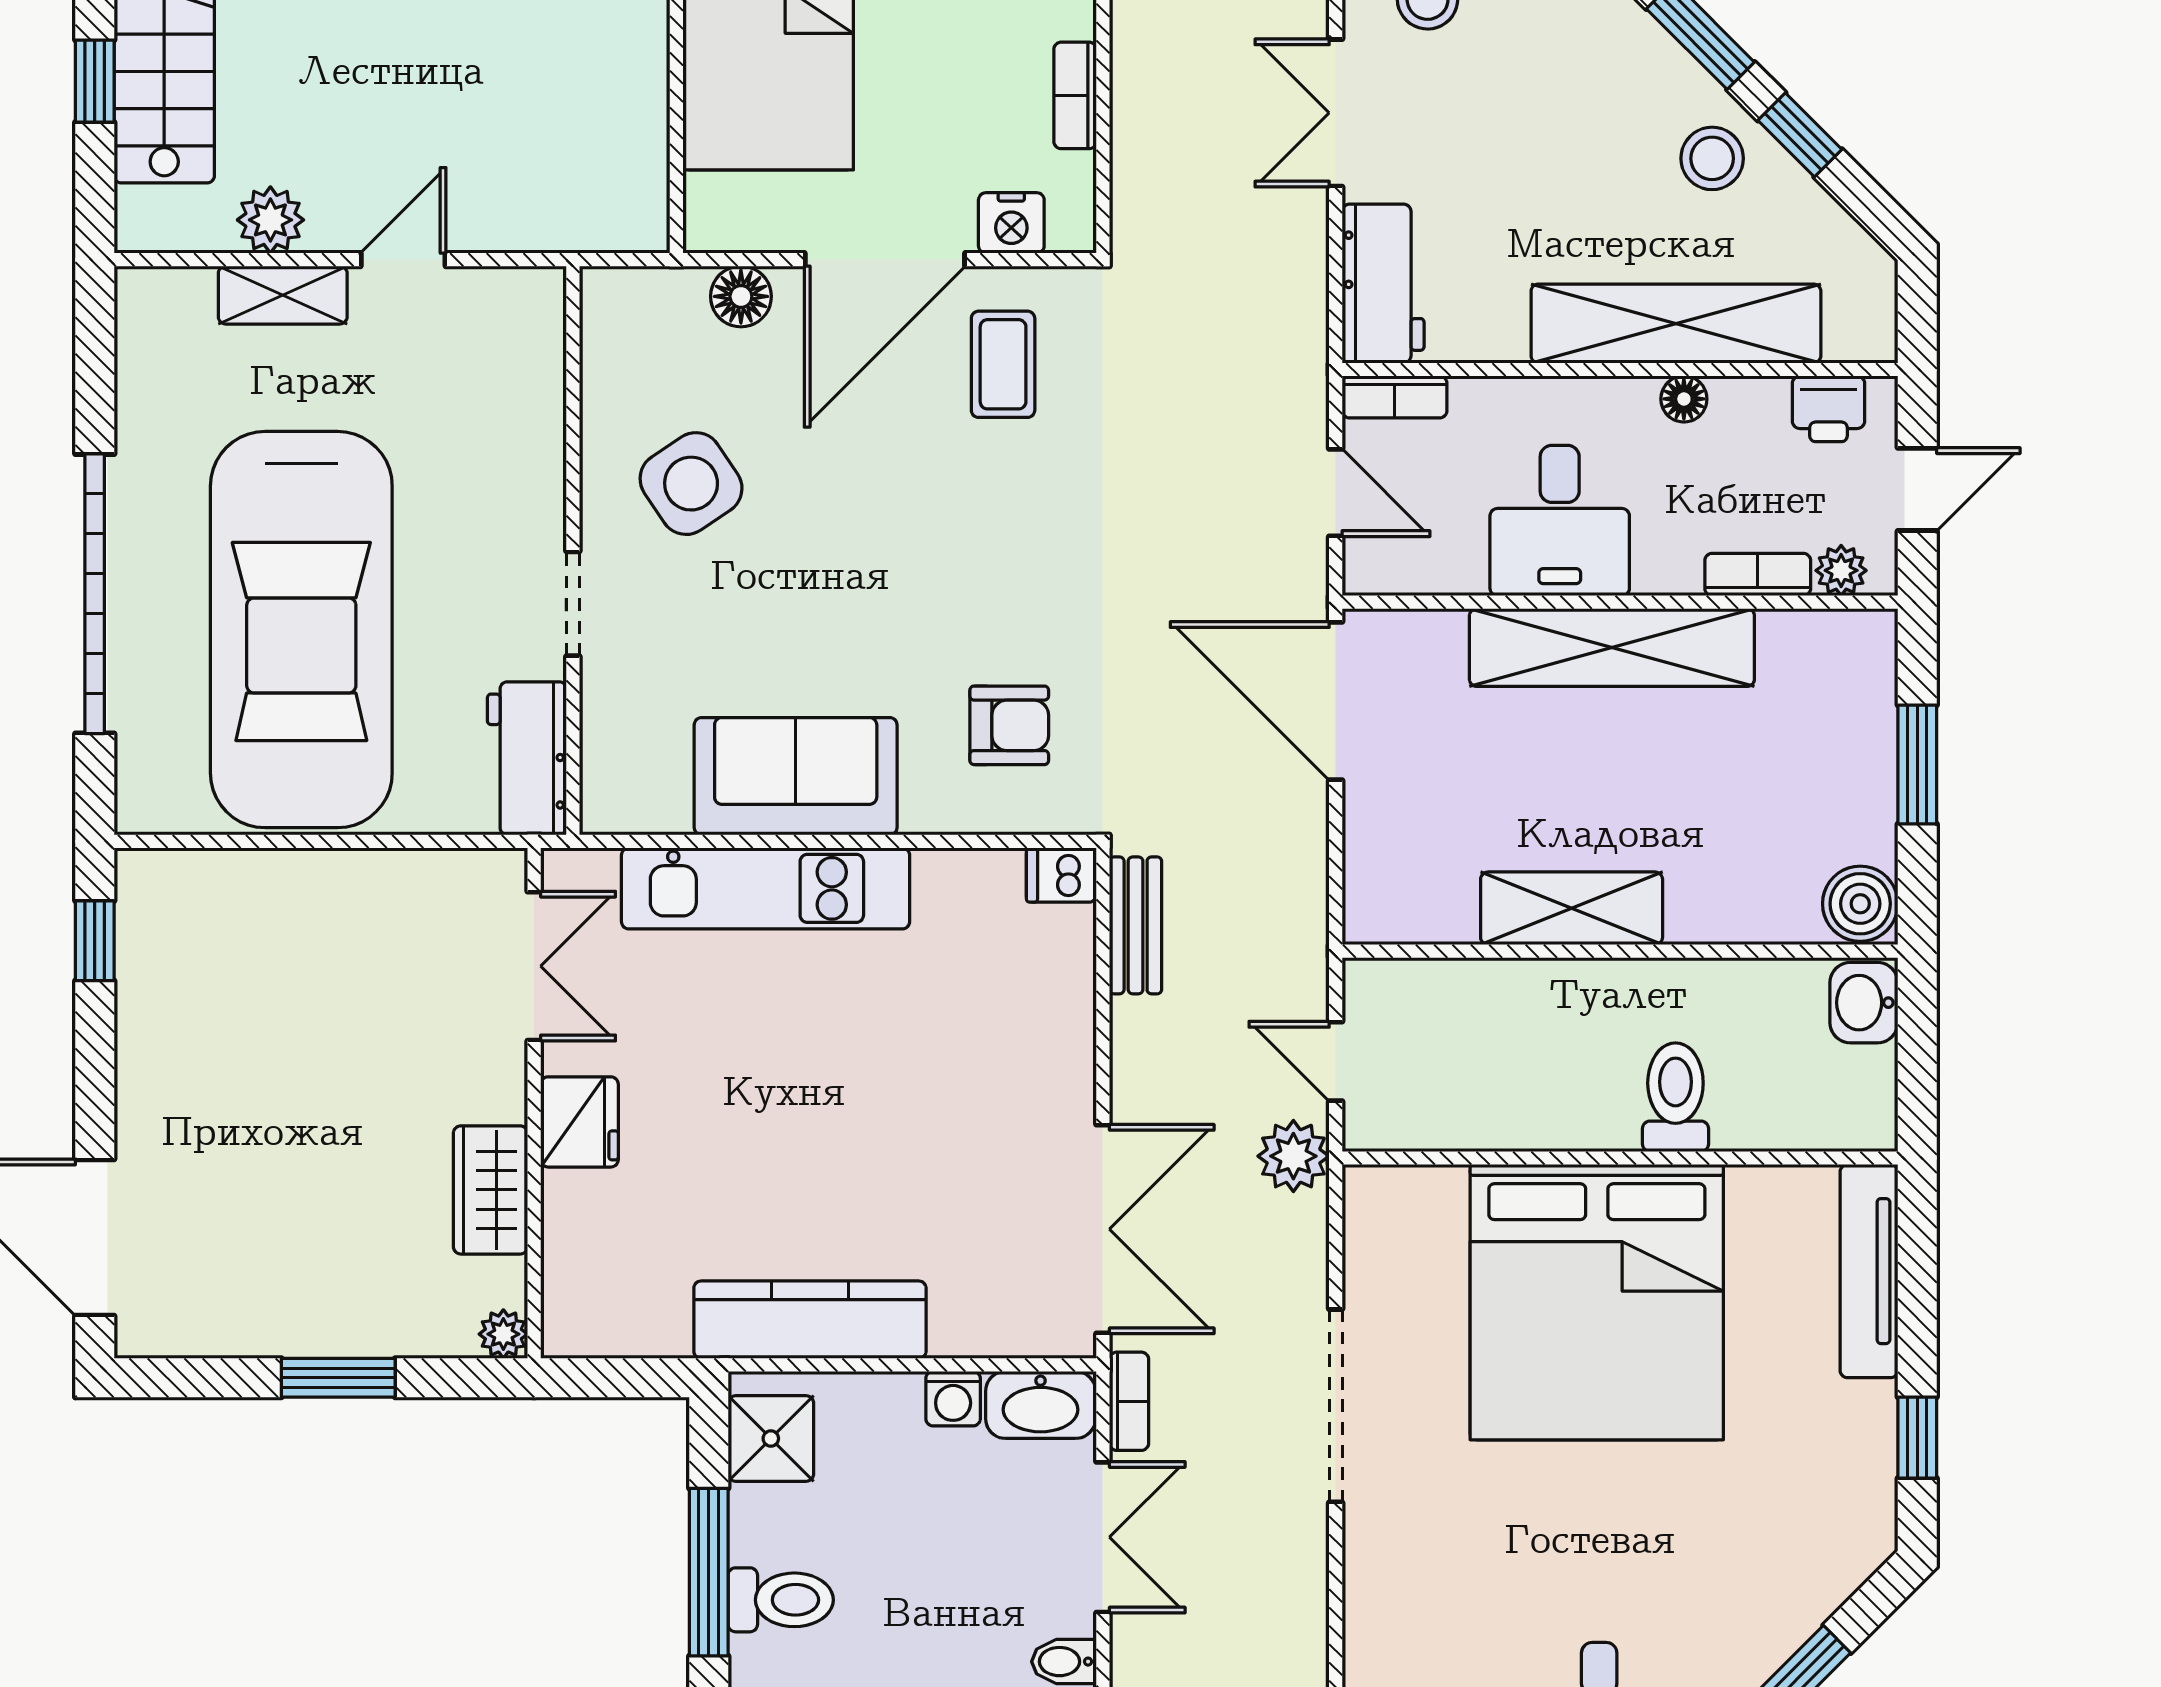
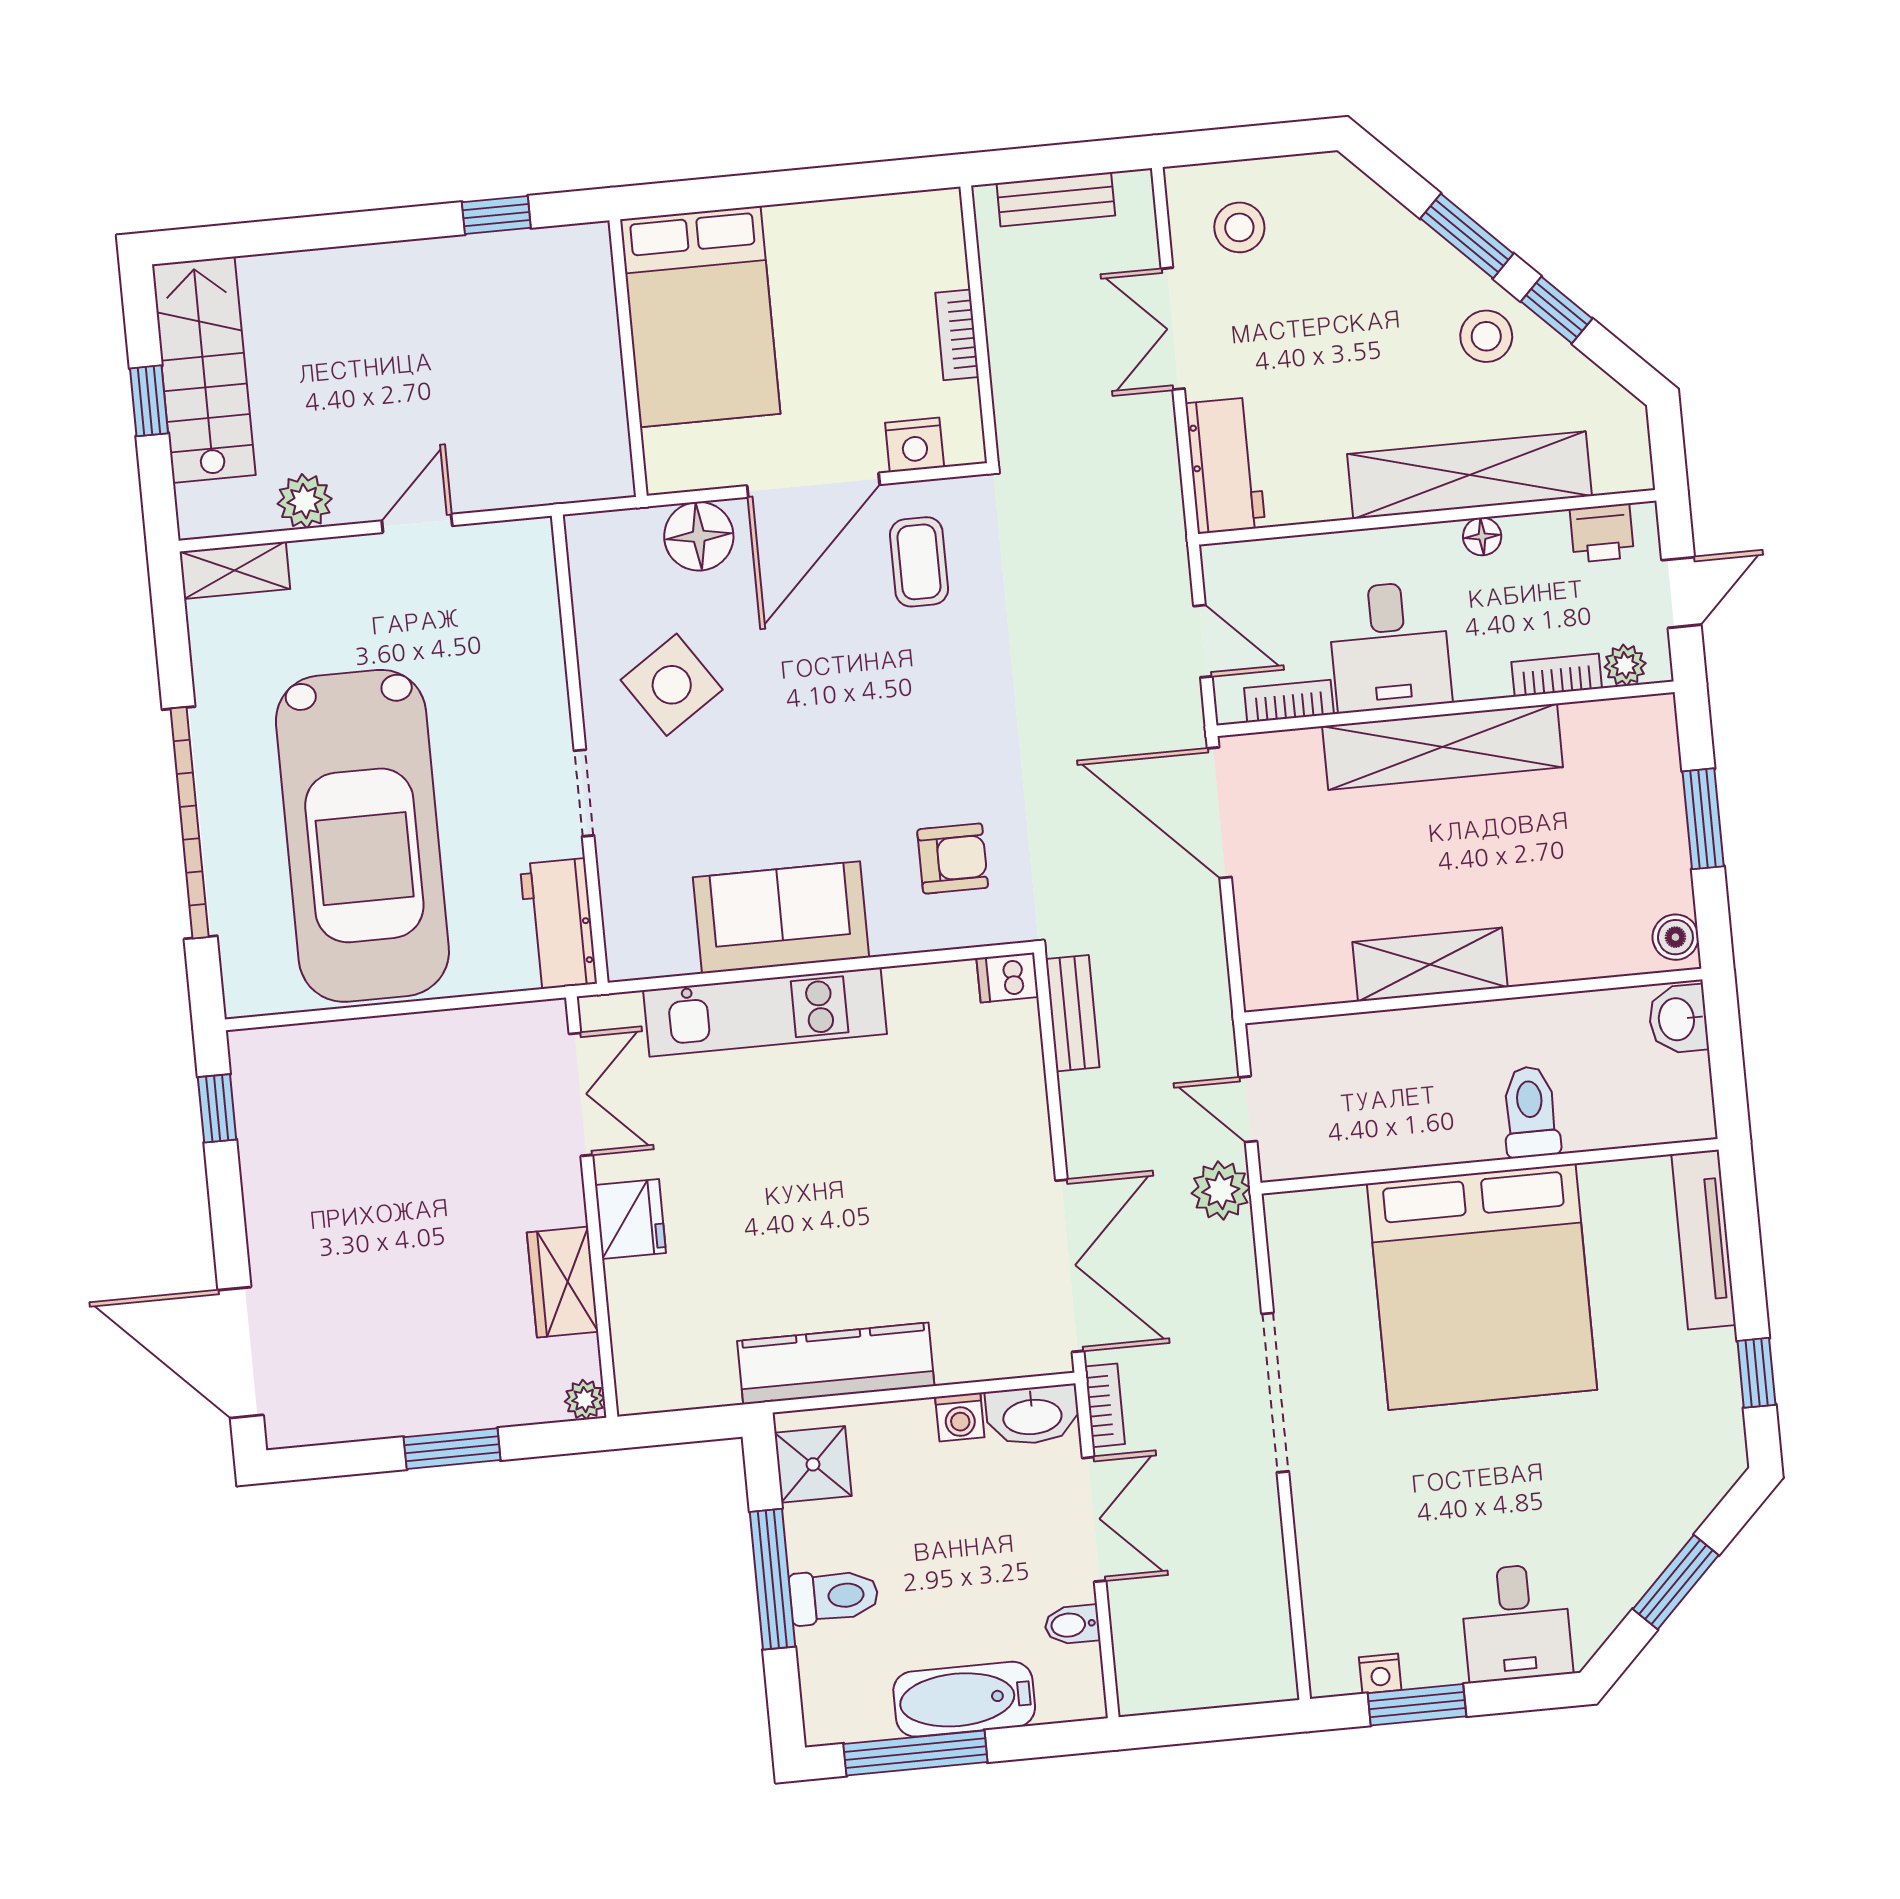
shelving: (283, 295) -> (235, 570), moved
floor lamp: (741, 296) -> (699, 536), width x1.38, depth x1.38
bookcase: (1395, 397) -> (1289, 701), moved, turned 180
boiler: (1860, 904) -> (1675, 937), width x0.73, depth x0.73

